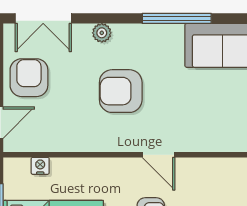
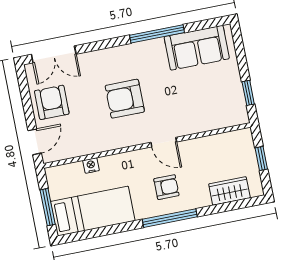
plant: (102, 33) -> (101, 57), removed
nightstand: (40, 166) -> (91, 165), moved

